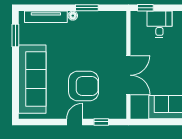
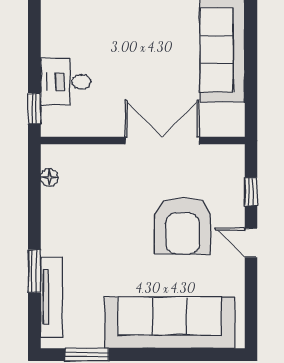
window: (87, 8) -> (34, 271), moved
floor lamp: (73, 16) -> (49, 177), moved
armchair: (84, 86) -> (183, 226), turned 180

